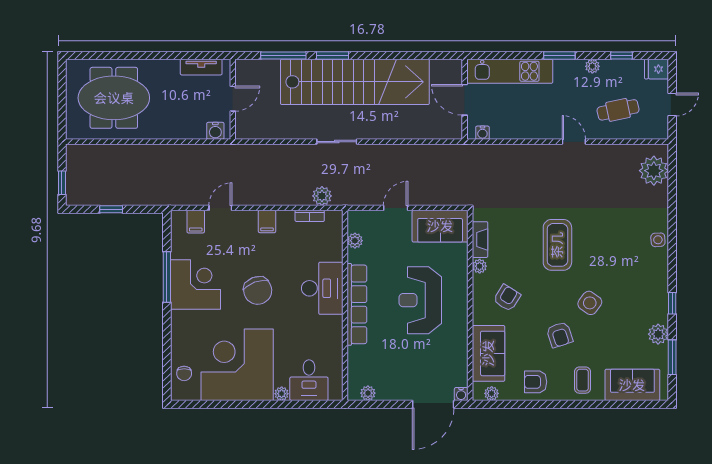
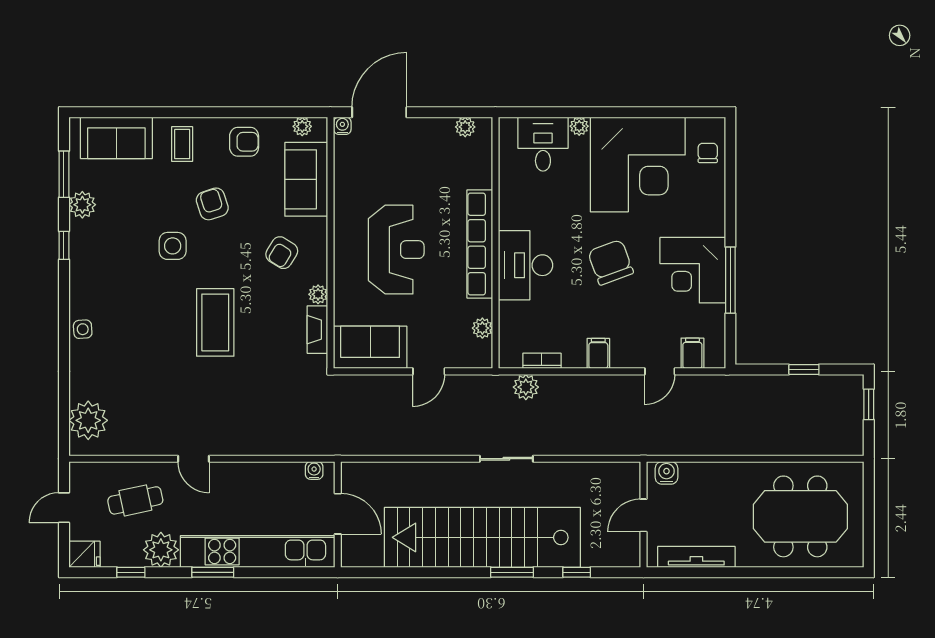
window: (283, 55) -> (577, 572), width x0.46
plant: (592, 66) -> (161, 550), width x1.87, depth x1.87
tv unit: (201, 67) -> (696, 557), width x1.41
kitchen unit: (510, 71) -> (258, 551), width x1.36
side table: (590, 303) -> (173, 246), turned -36

